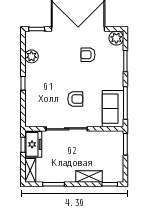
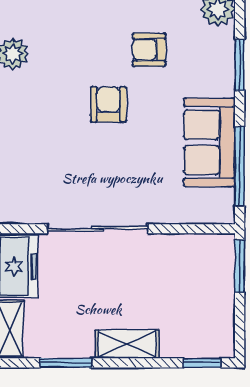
armchair: (75, 99) -> (109, 104), moved, turned -90
sofa: (113, 109) -> (209, 142), moved
shelving: (89, 177) -> (127, 344), moved

